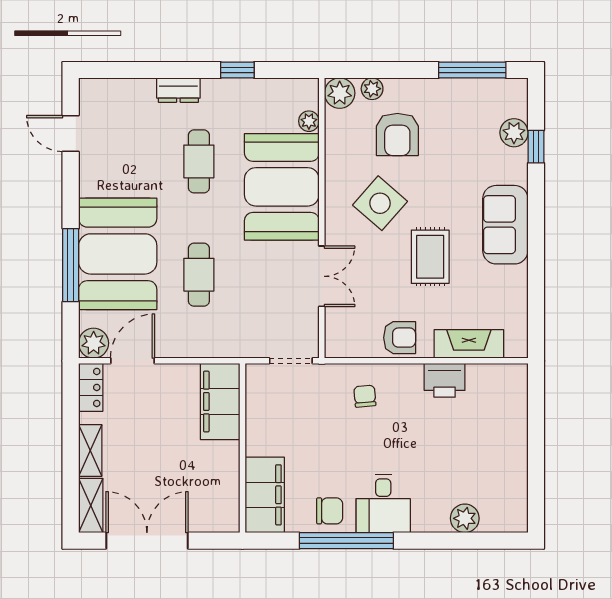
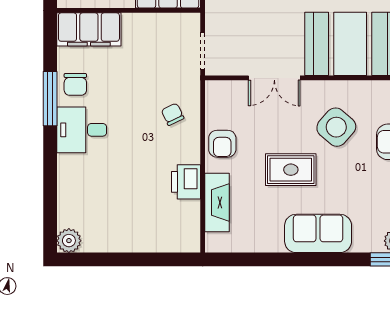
chair: (365, 396) -> (173, 114), turned -111
plant: (465, 518) -> (69, 241), moved
window: (346, 541) -> (50, 99), width x0.68

